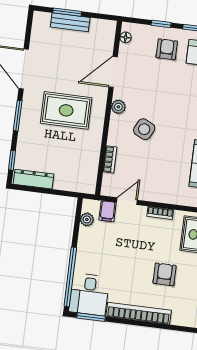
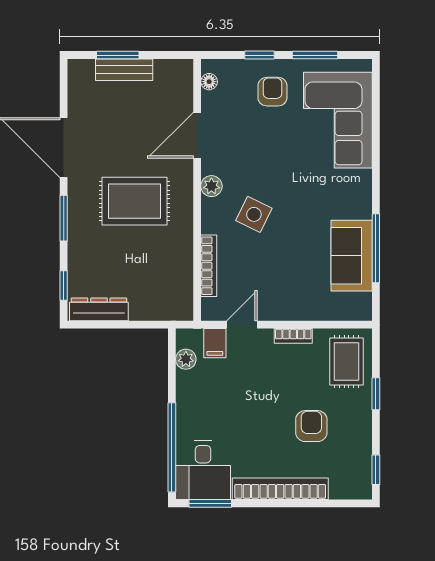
bookcase: (110, 159) -> (209, 266), width x1.56

